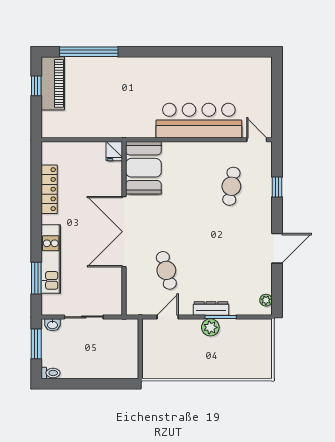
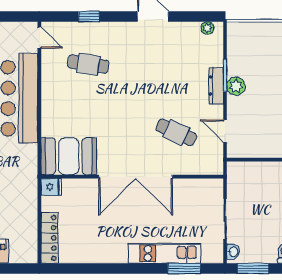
door: (257, 140) -> (39, 38), swing flipped
locker: (49, 189) -> (49, 238), moved, turned 90
cafe table: (166, 270) -> (176, 132), turned 39

